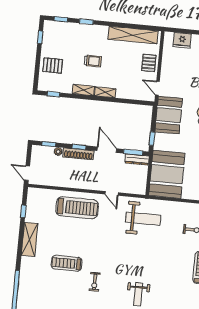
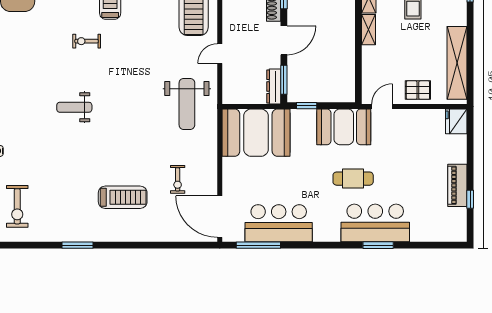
fridge: (182, 40) -> (456, 121), moved

